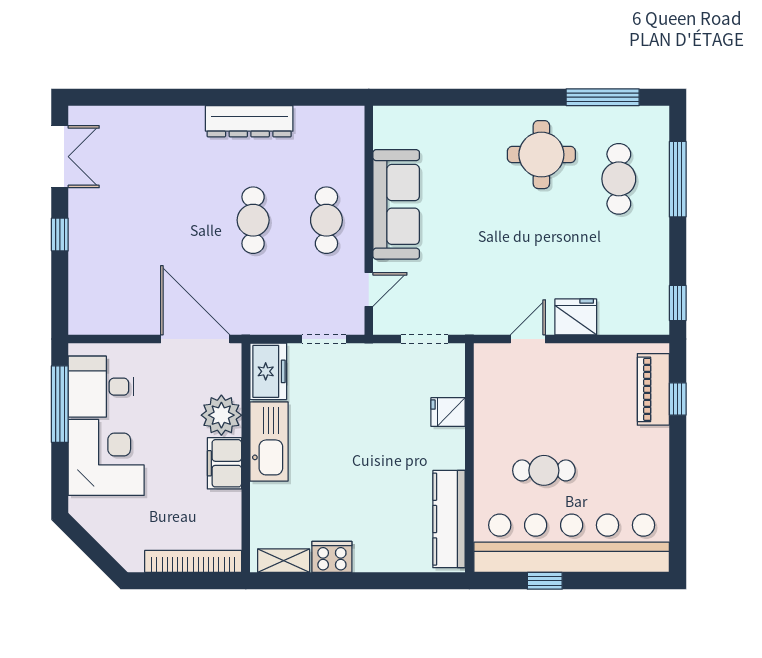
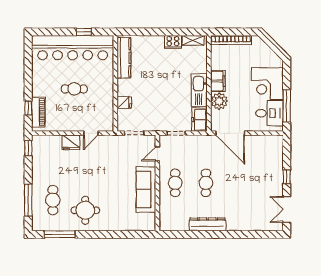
cafe table: (544, 470) -> (74, 89), moved

